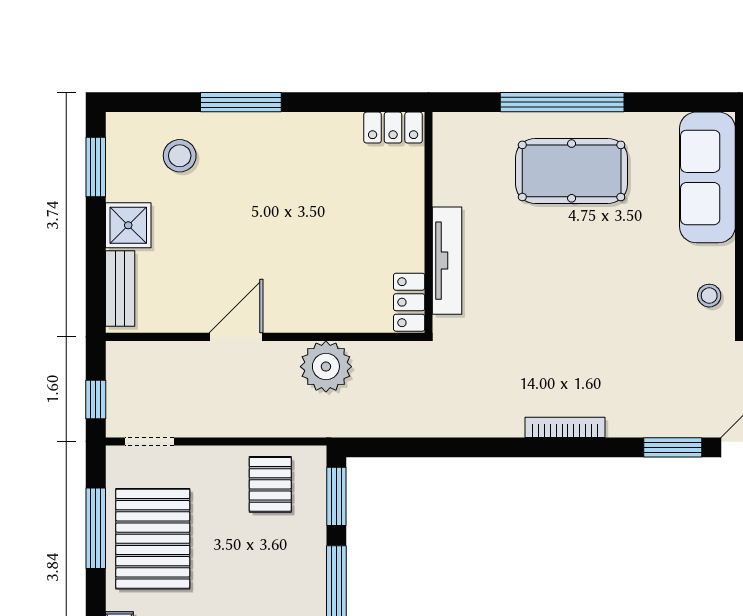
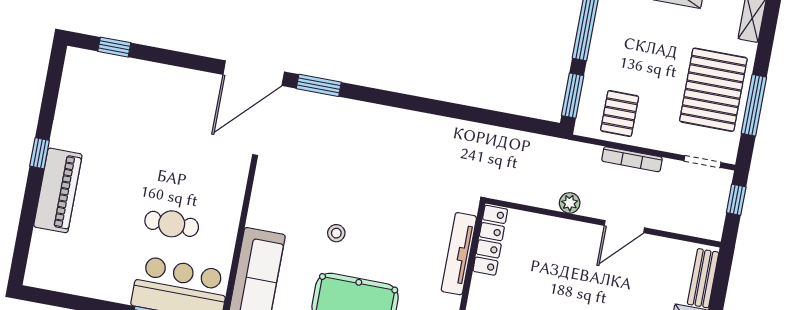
stool: (709, 296) -> (336, 233), moved
locker: (409, 302) -> (490, 240), width x1.53
plant: (326, 367) -> (570, 203), width x0.53, depth x0.53
bookcase: (565, 427) -> (632, 159), moved

